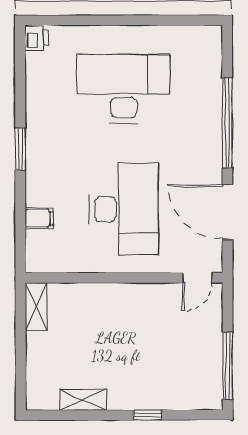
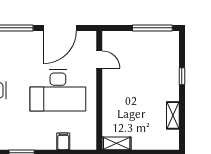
desk: (124, 209) -> (58, 90), turned 180
door: (197, 278) -> (99, 60), moved

